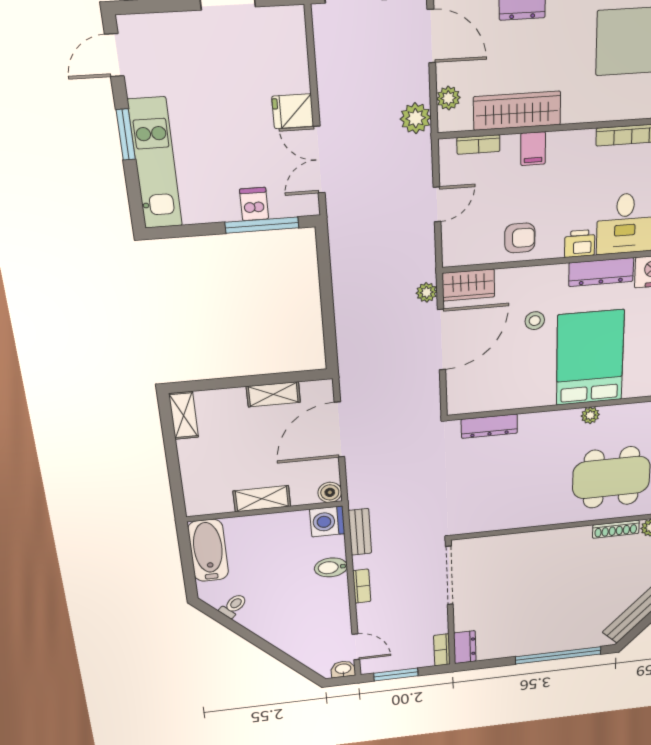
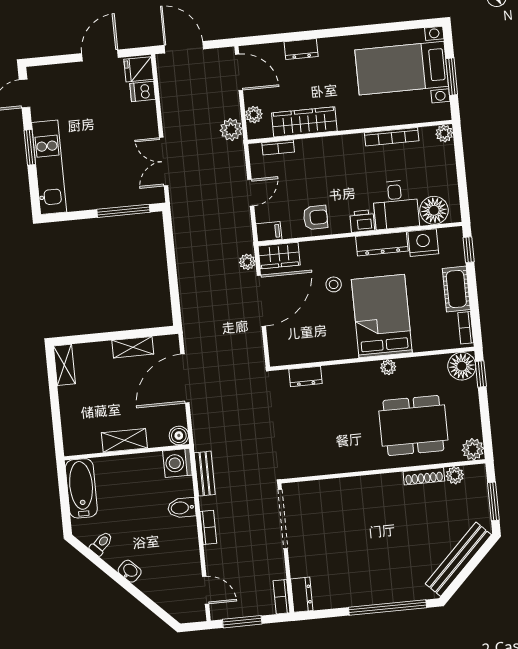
fridge: (293, 111) -> (139, 69), moved
filing cabinet: (533, 149) -> (269, 232), moved, turned -90
dishwasher: (254, 204) -> (143, 91), moved, turned -90
dresser: (489, 426) -> (305, 376), width x0.70
washbasin: (343, 669) -> (130, 571), moved, turned 45

